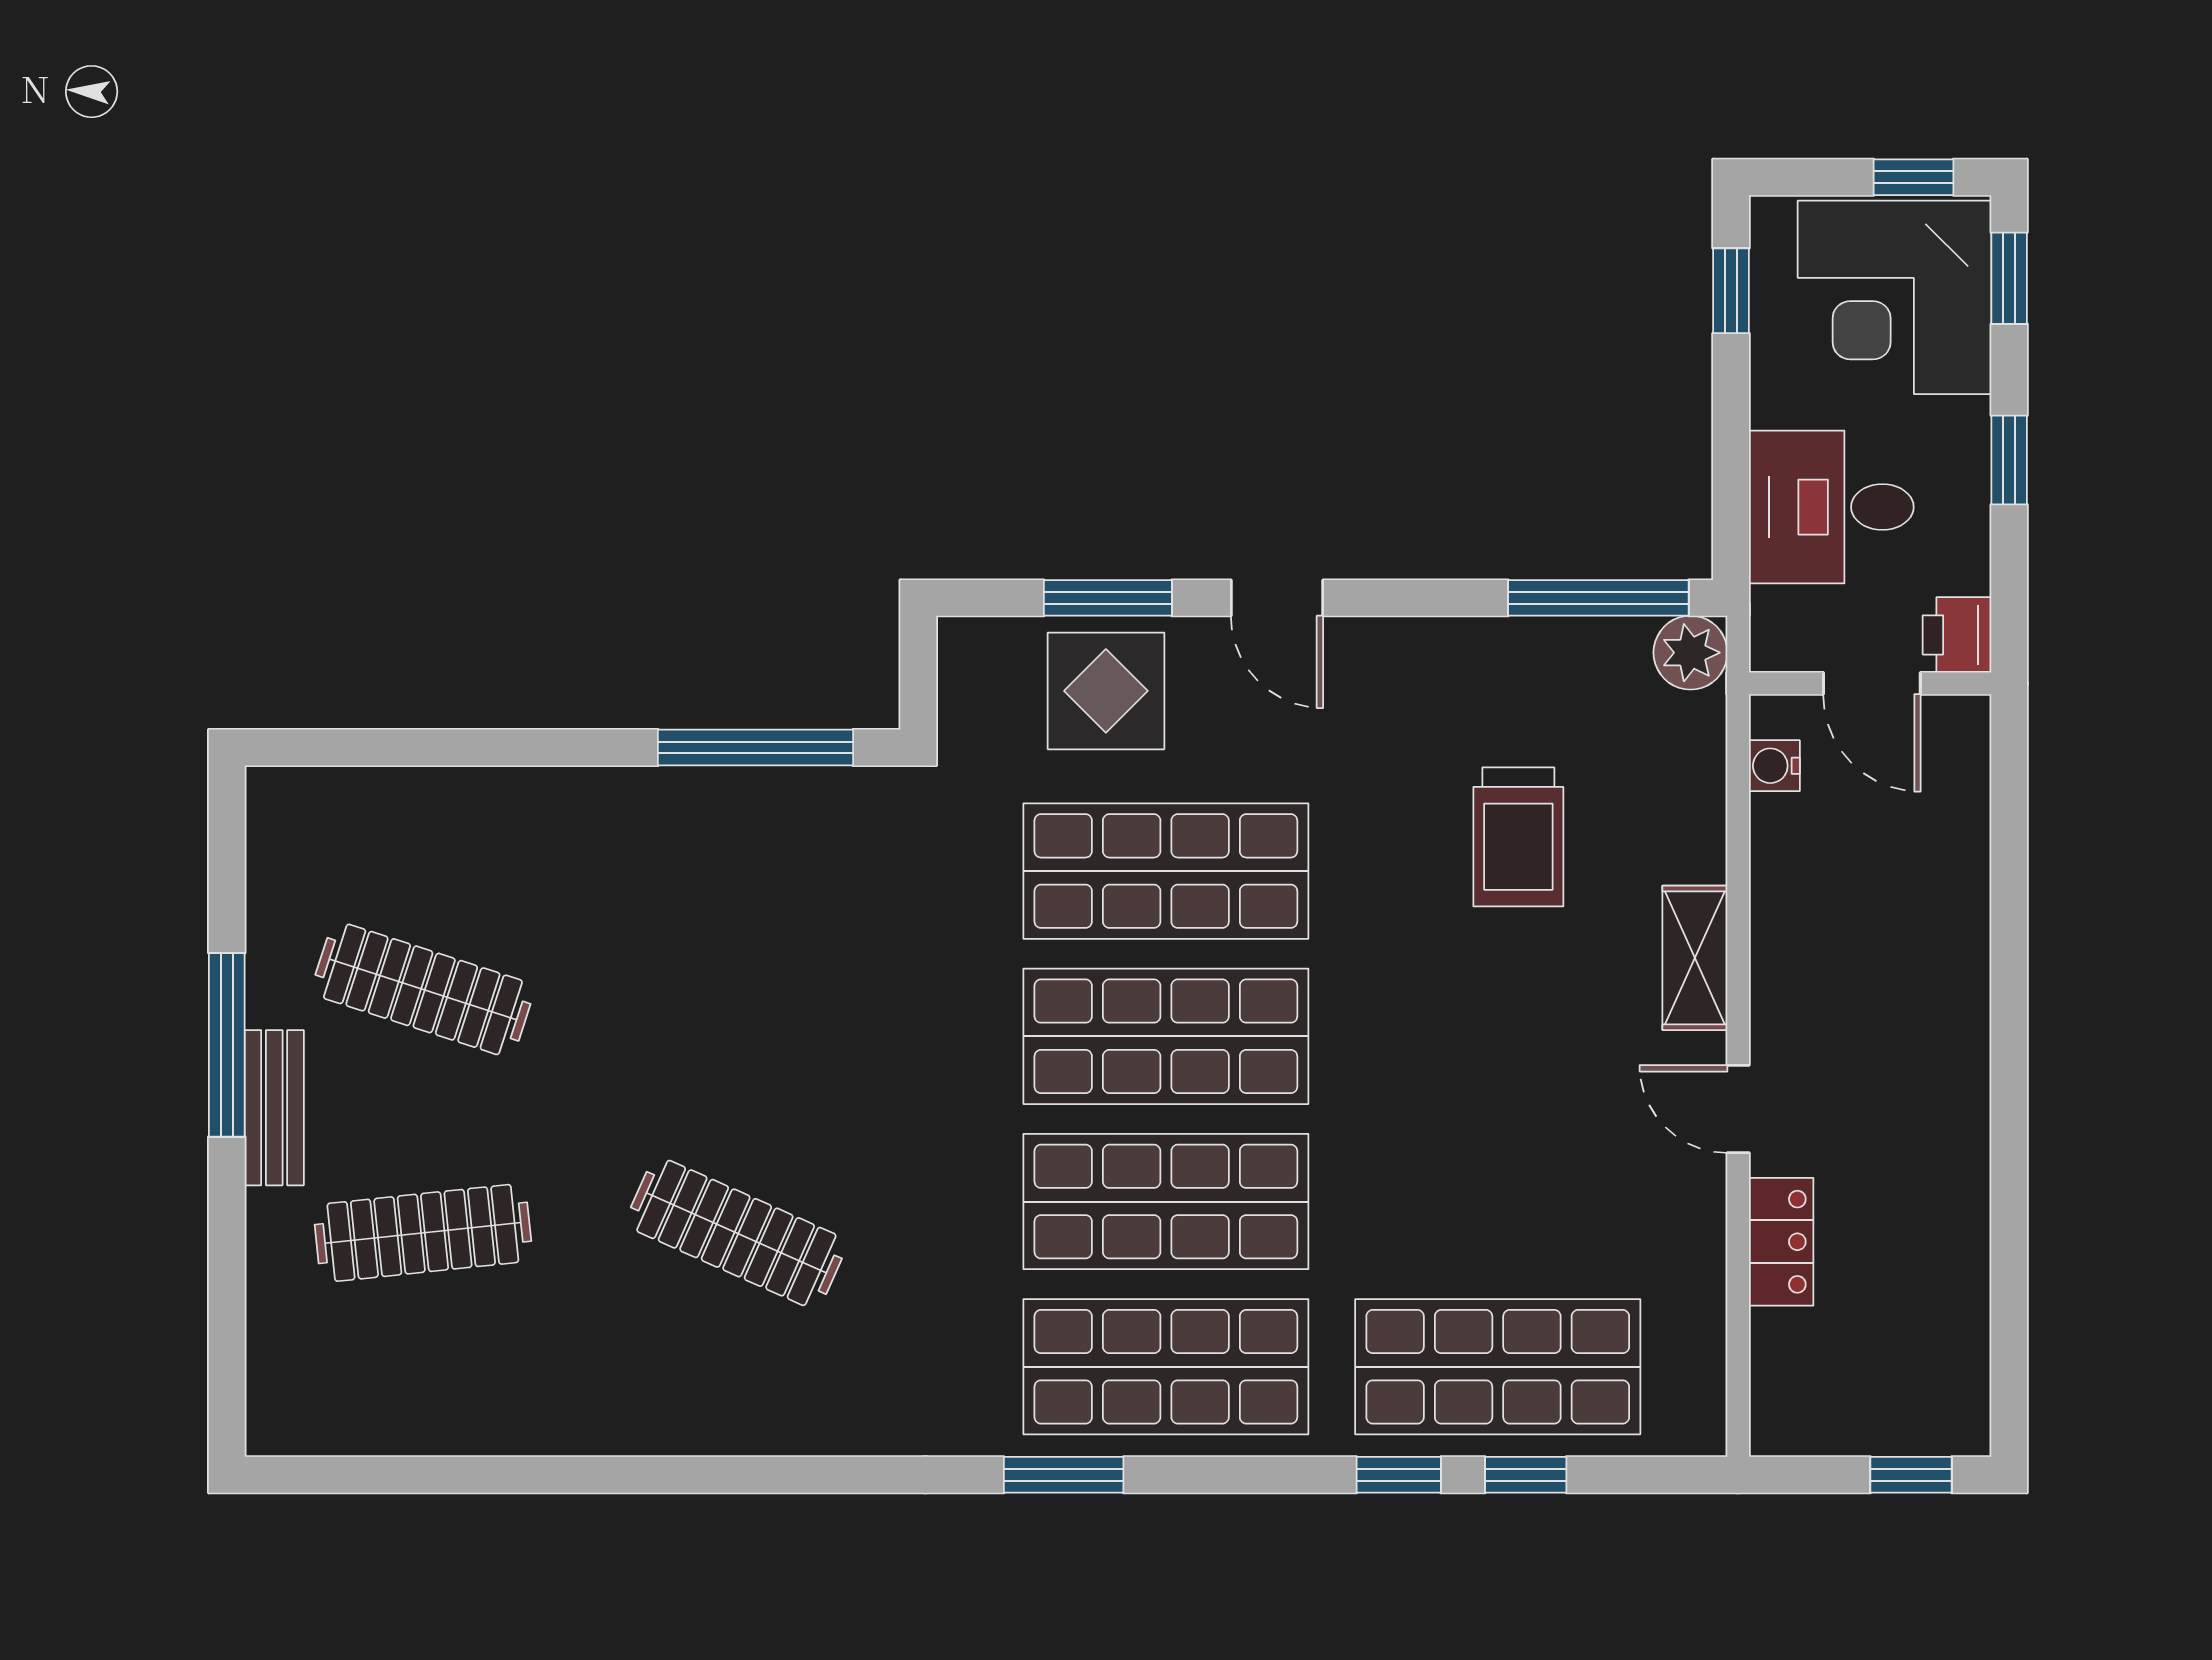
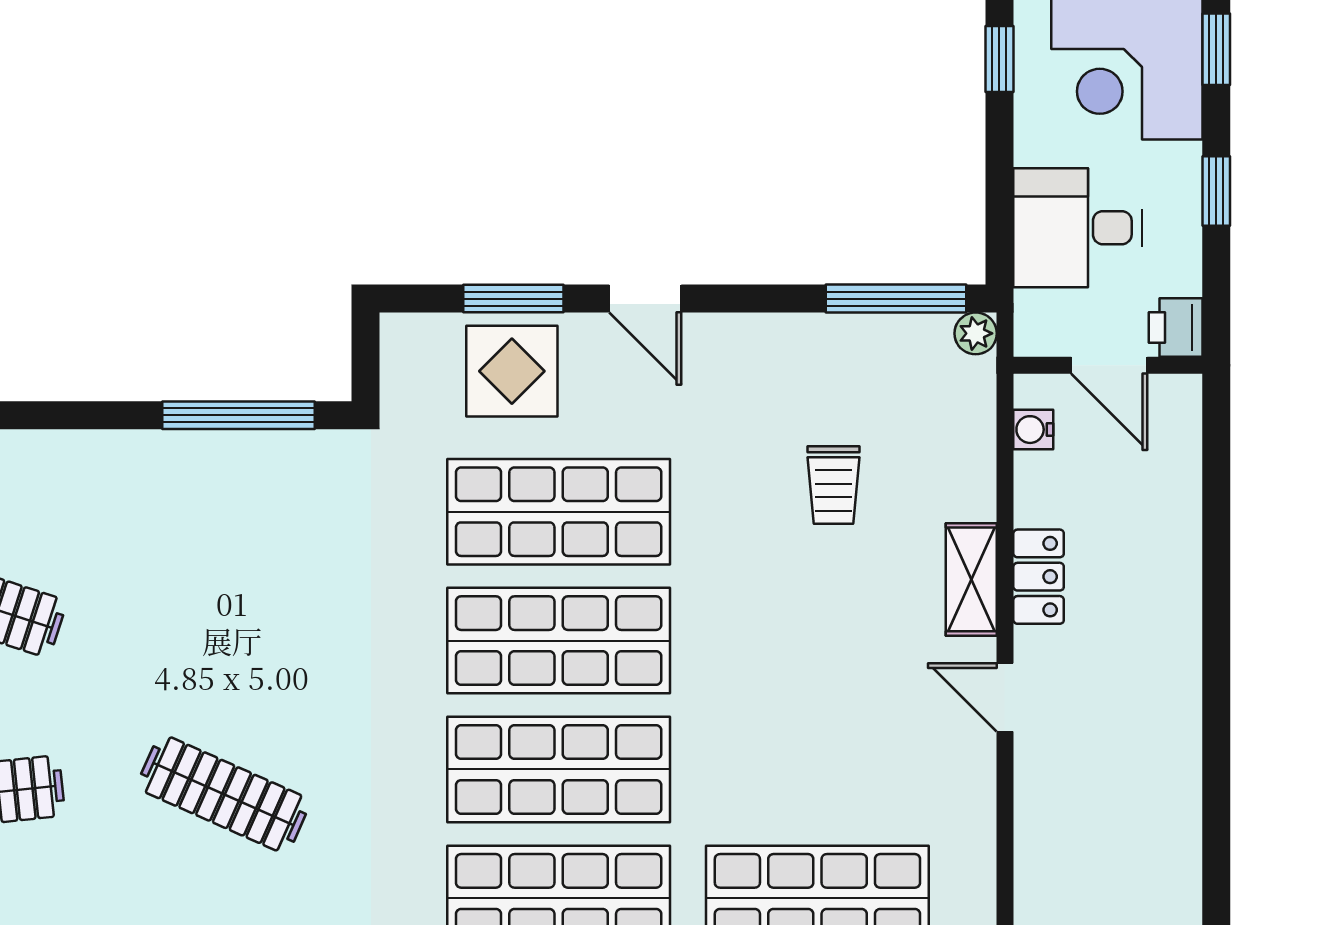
plant: (1690, 653) -> (976, 333), width x0.73, depth x0.73
trolley: (1518, 837) -> (834, 485), width x0.73, depth x0.72
locker: (1781, 1242) -> (1039, 577), moved

